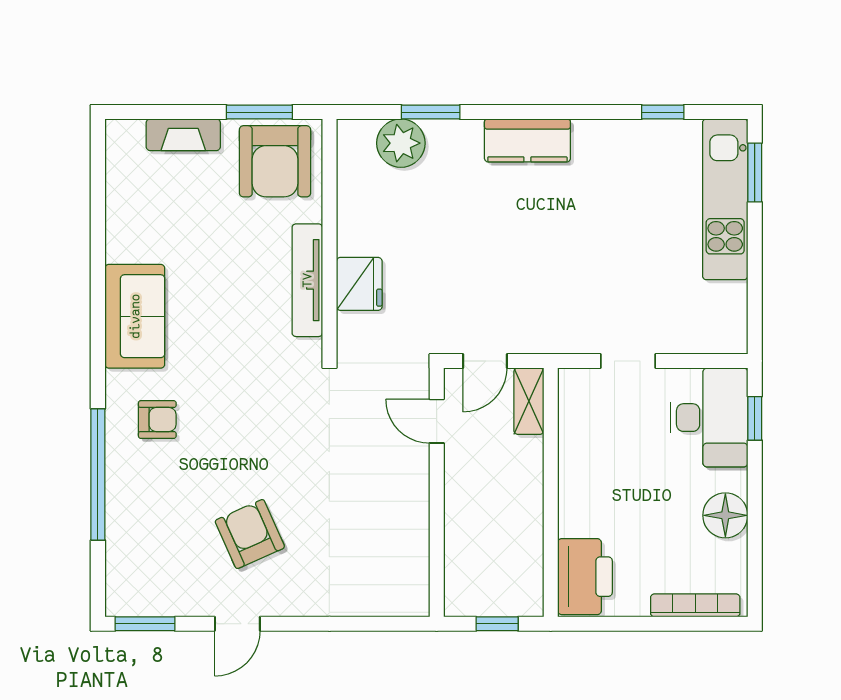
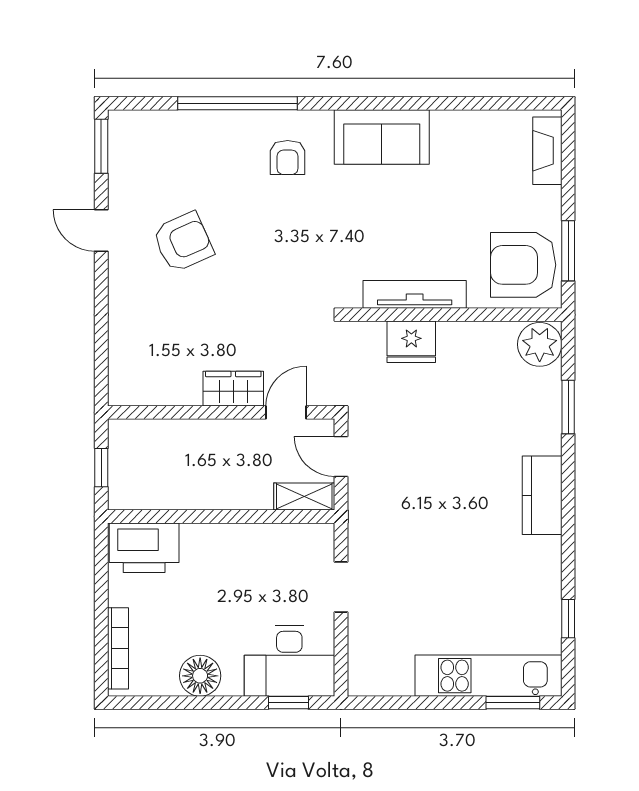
fireplace: (183, 135) -> (547, 151), moved
plant: (401, 143) -> (540, 344), moved
wardrobe: (411, 479) -> (233, 389), added

